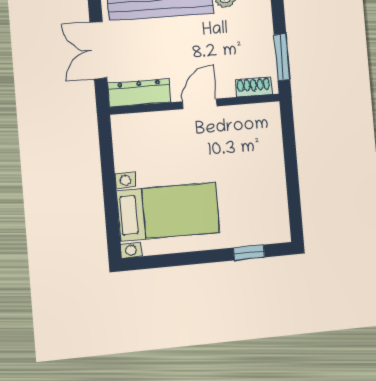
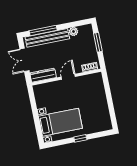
window: (282, 57) -> (98, 42), moved
window: (249, 252) -> (80, 138), moved

